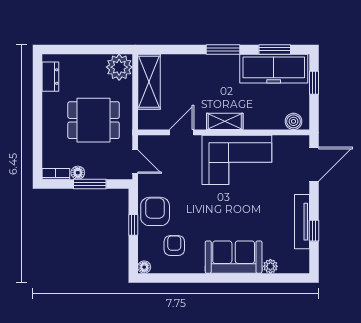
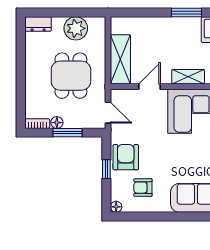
plant: (119, 67) -> (76, 28), moved
dresser: (50, 77) -> (38, 24), moved, turned 90
shelving: (149, 82) -> (120, 59), moved
dining table: (94, 120) -> (71, 76), turned 90
armchair: (174, 246) -> (143, 188), turned -90

